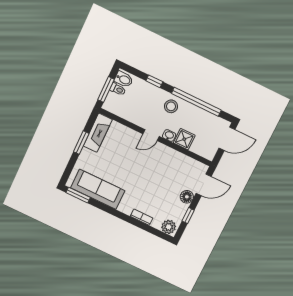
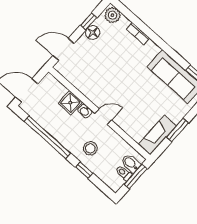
bidet: (124, 79) -> (131, 163), moved
stool: (171, 106) -> (90, 148), moved
floor lamp: (187, 197) -> (93, 33), moved

